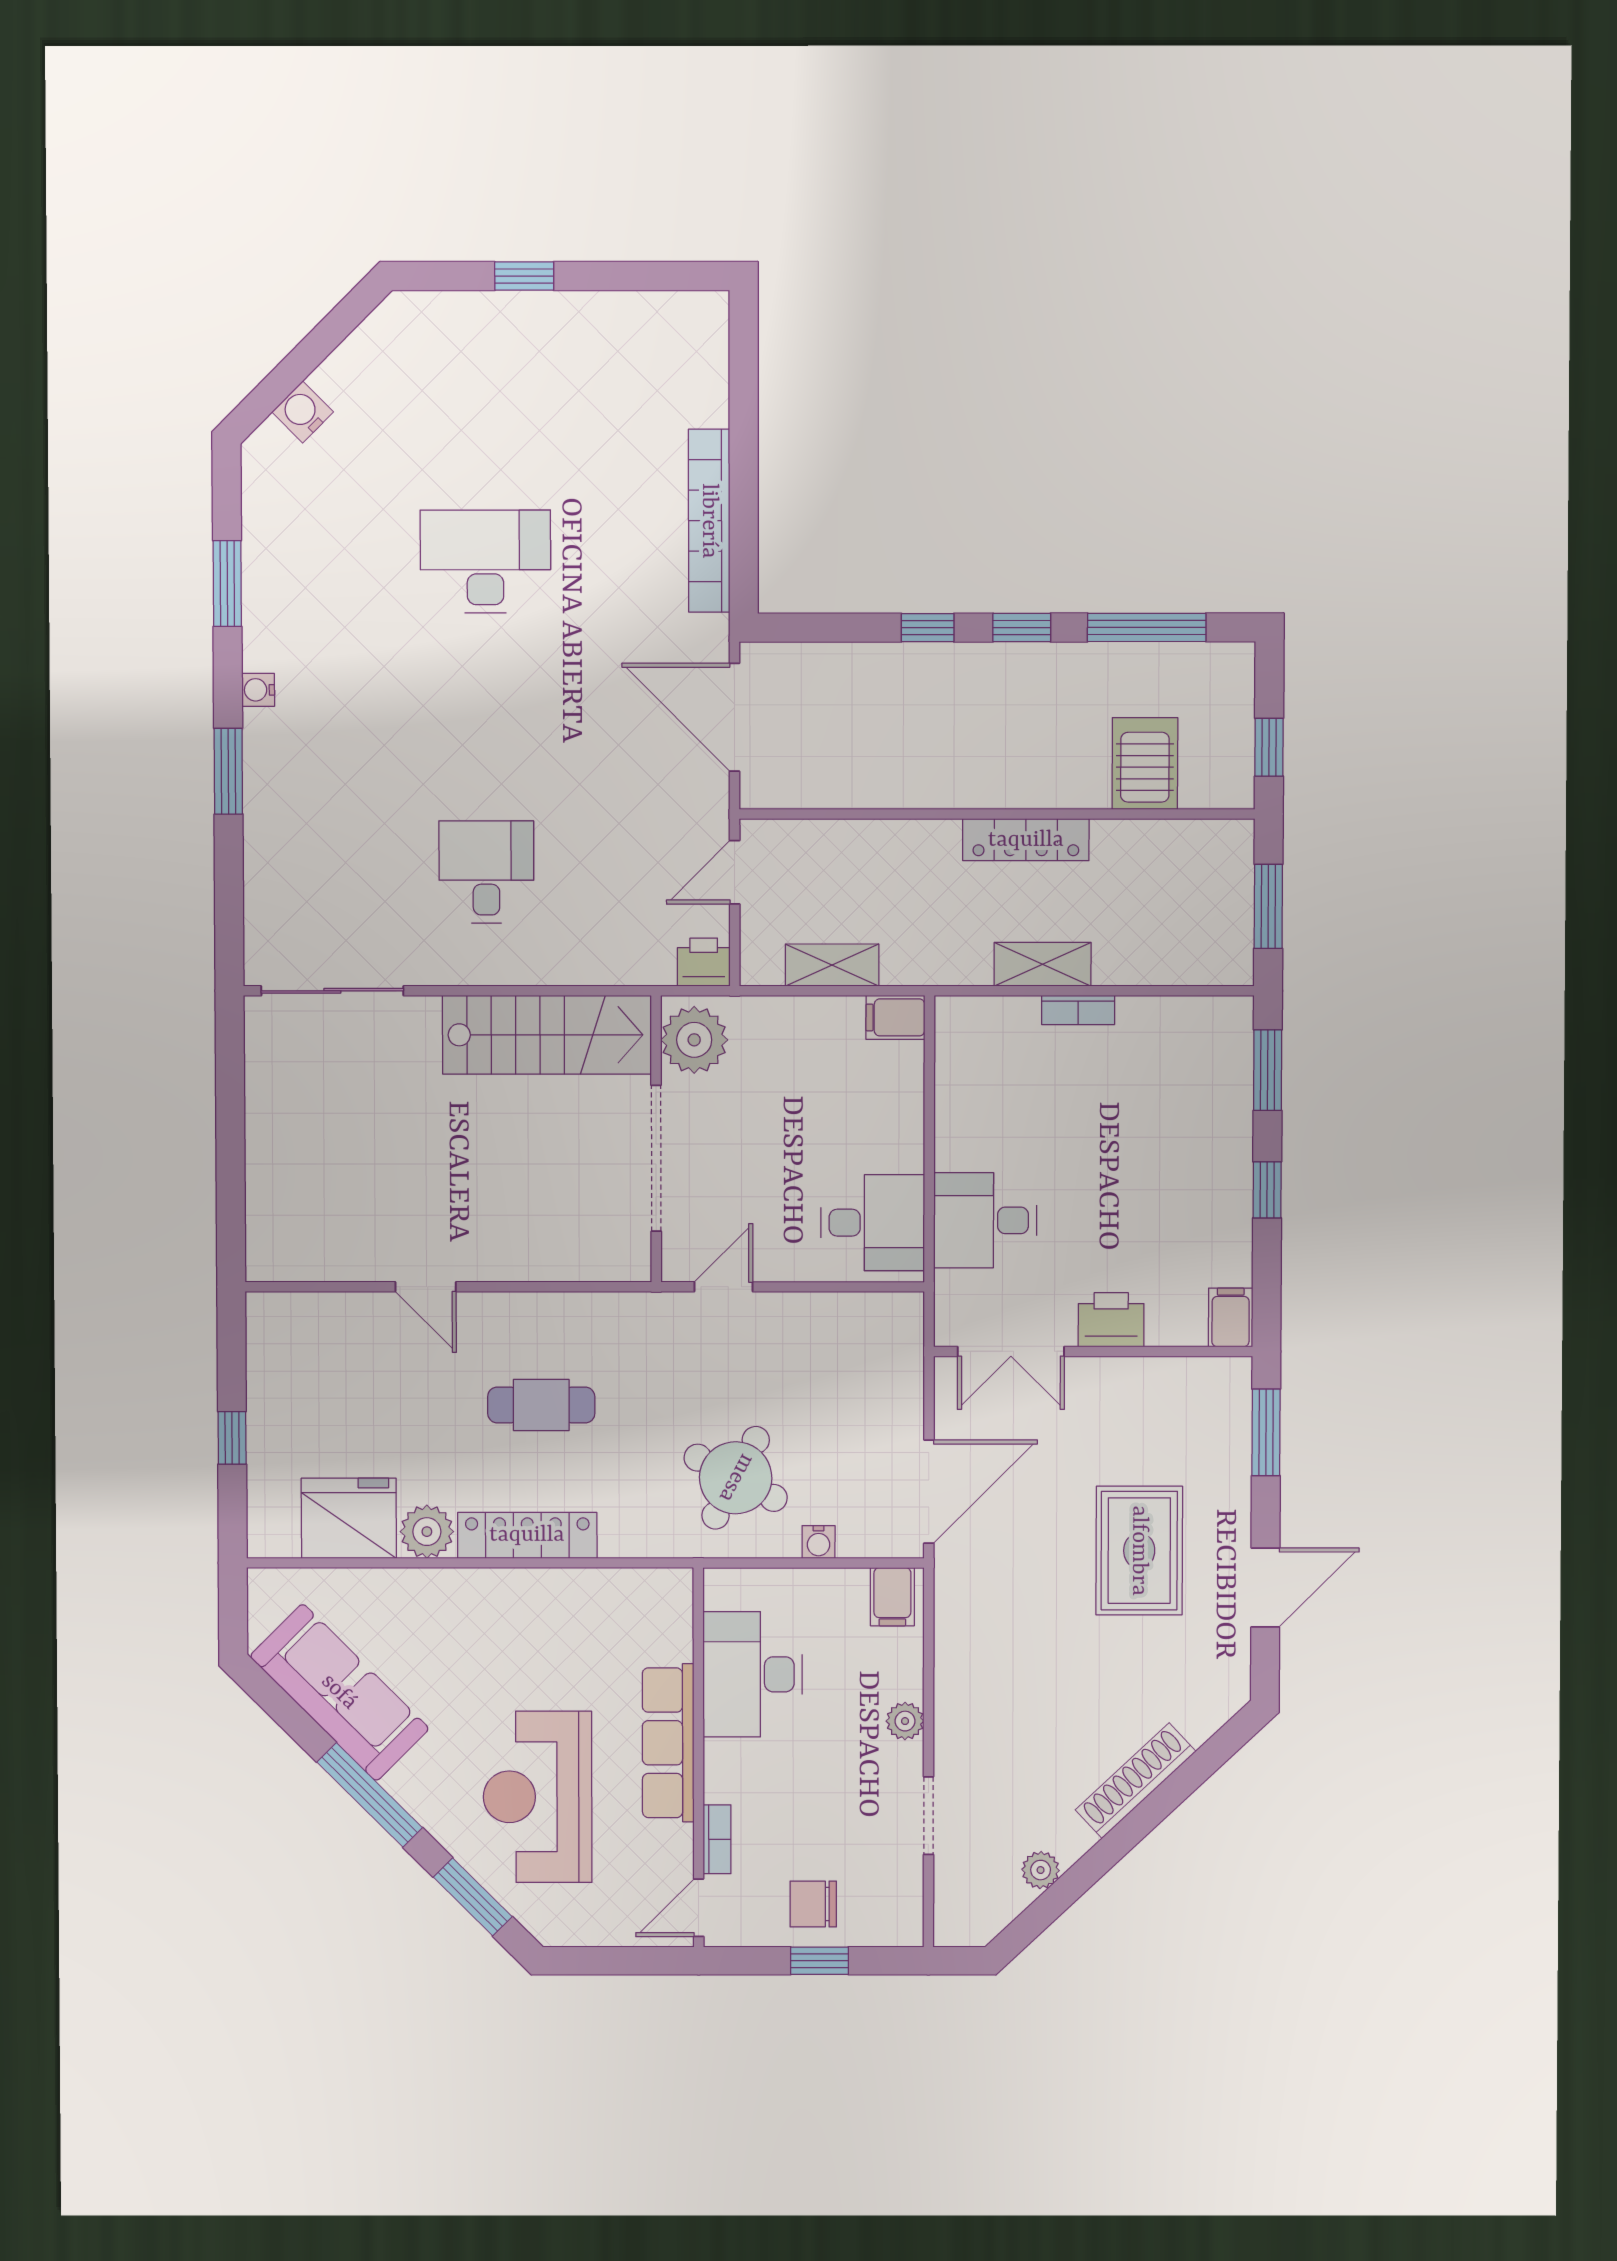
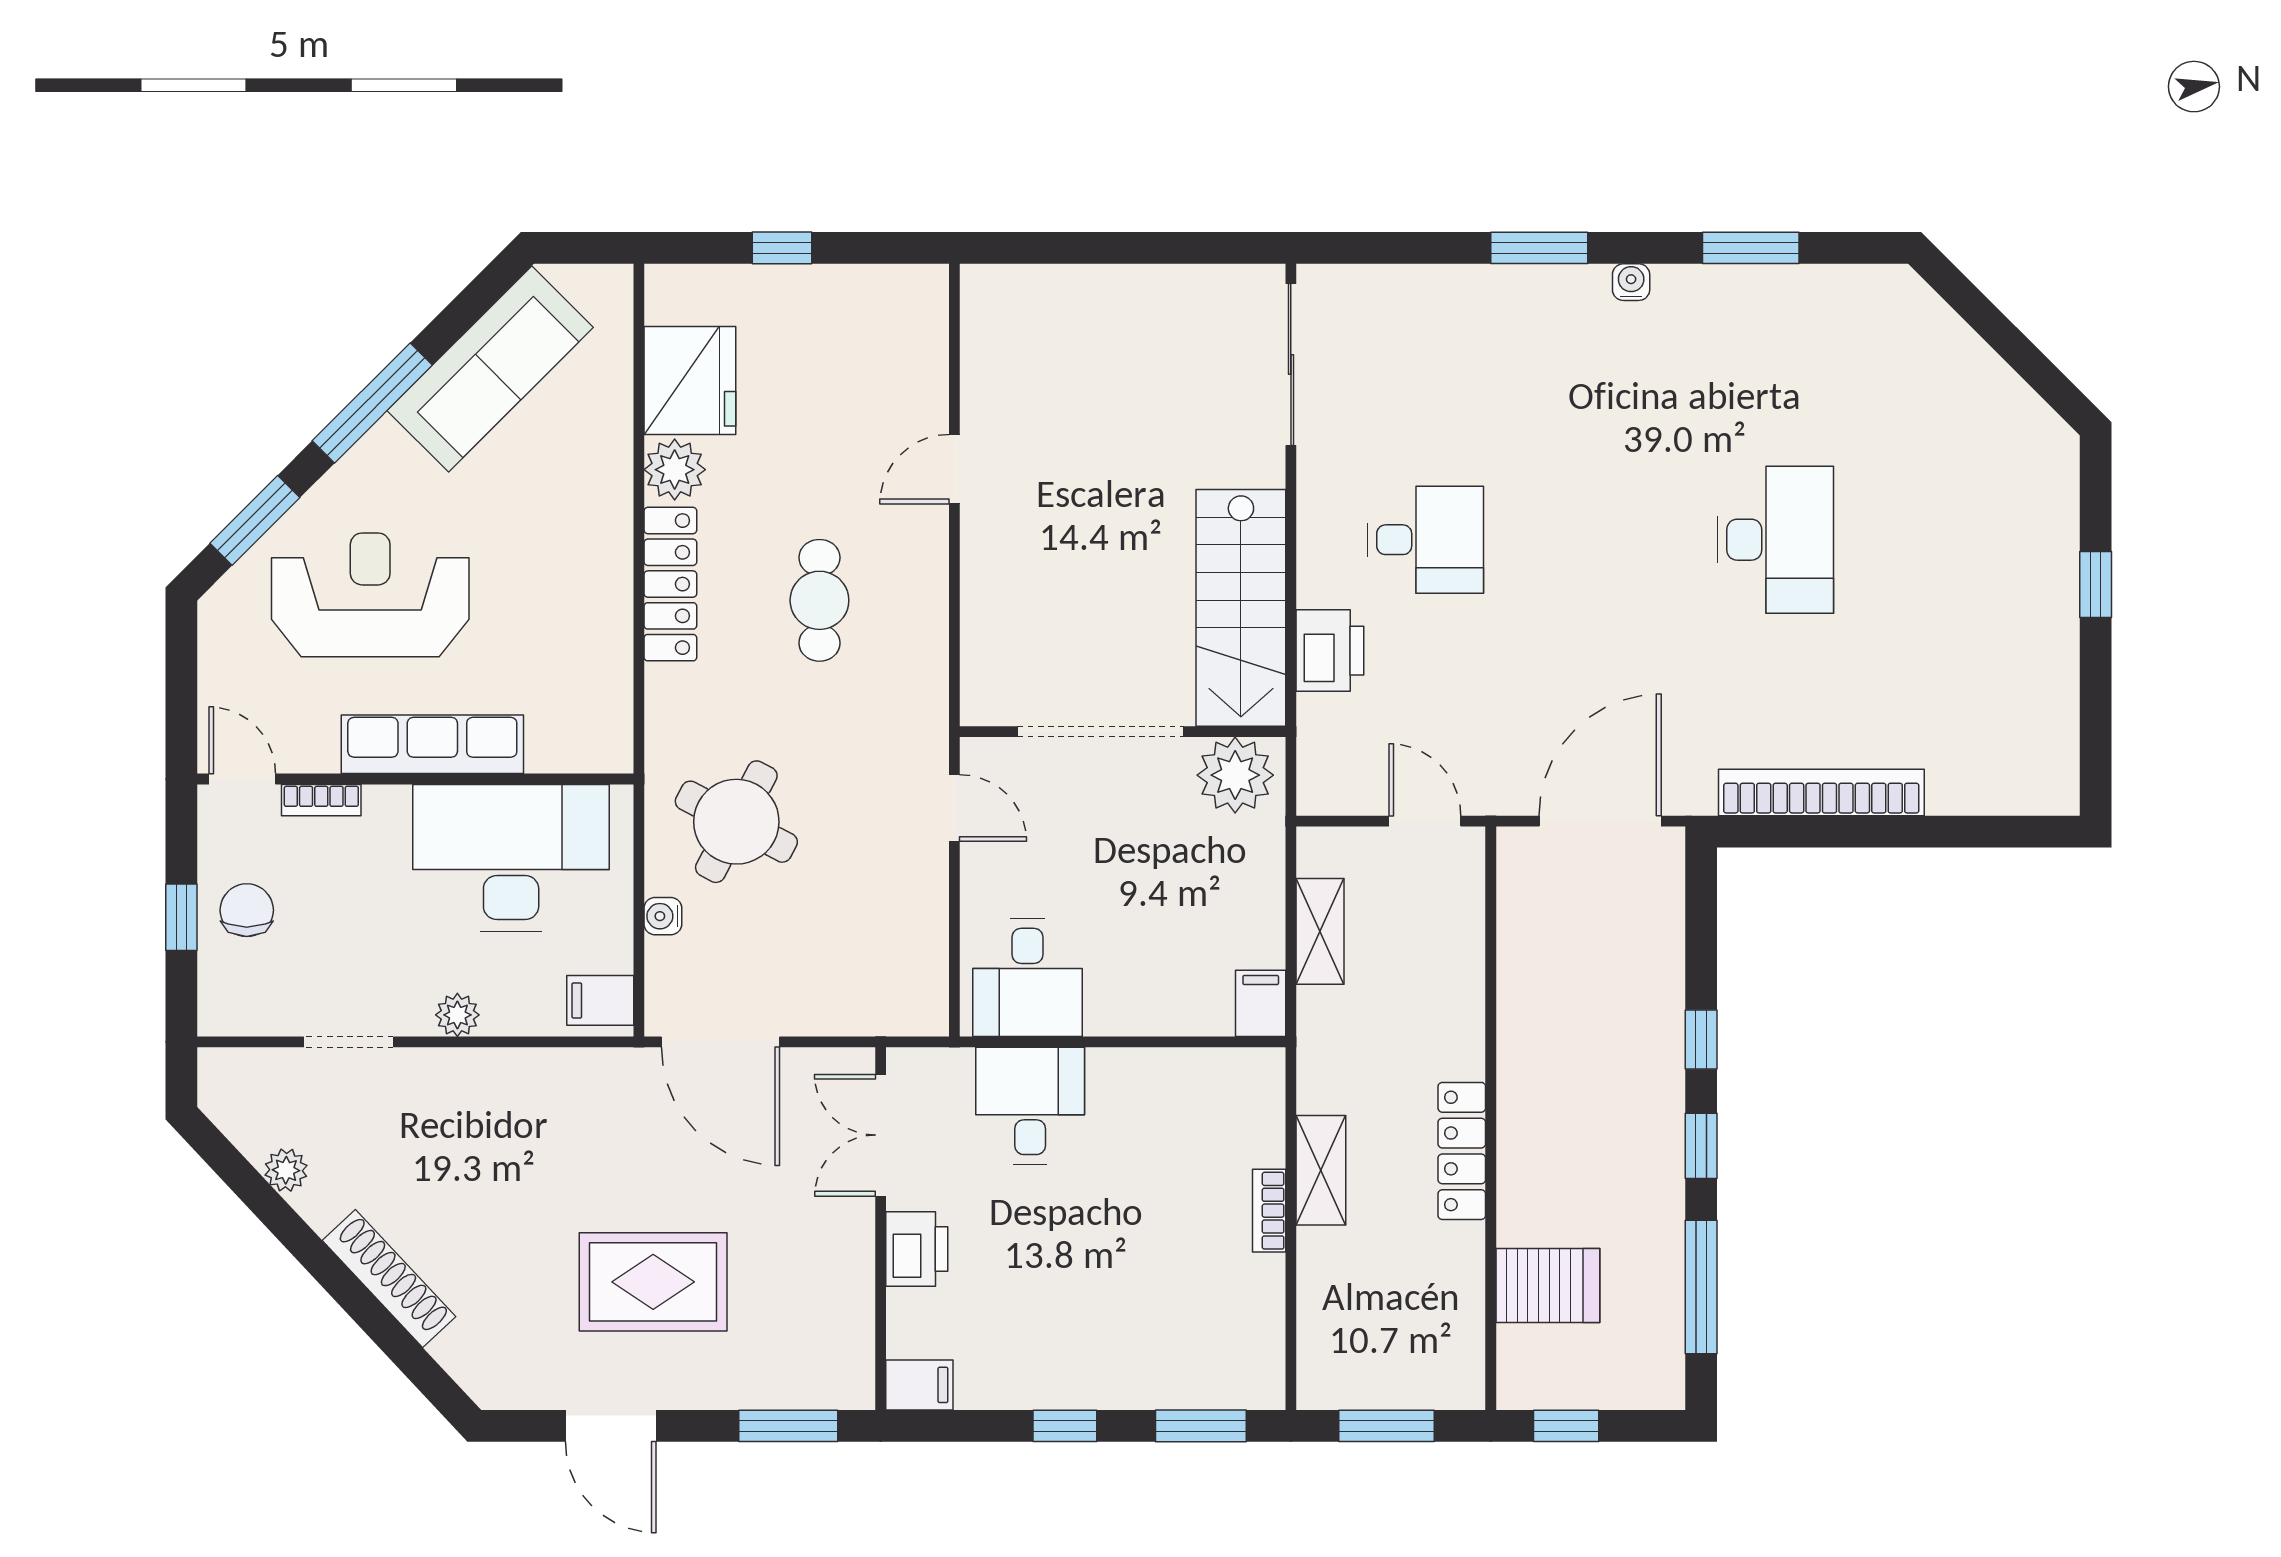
water cooler: (303, 412) -> (1943, 334), removed
printer: (704, 962) -> (1330, 651), moved, width x1.36, depth x1.24
desk: (753, 1674) -> (511, 858), width x1.36, depth x1.30

